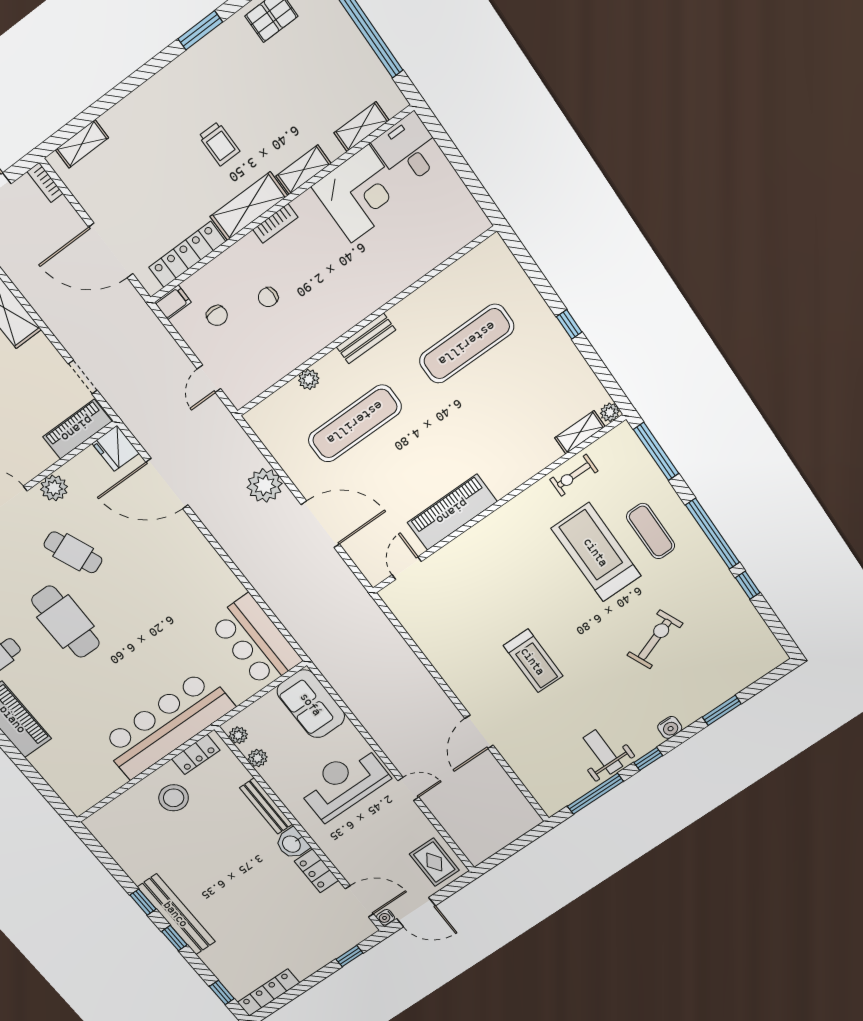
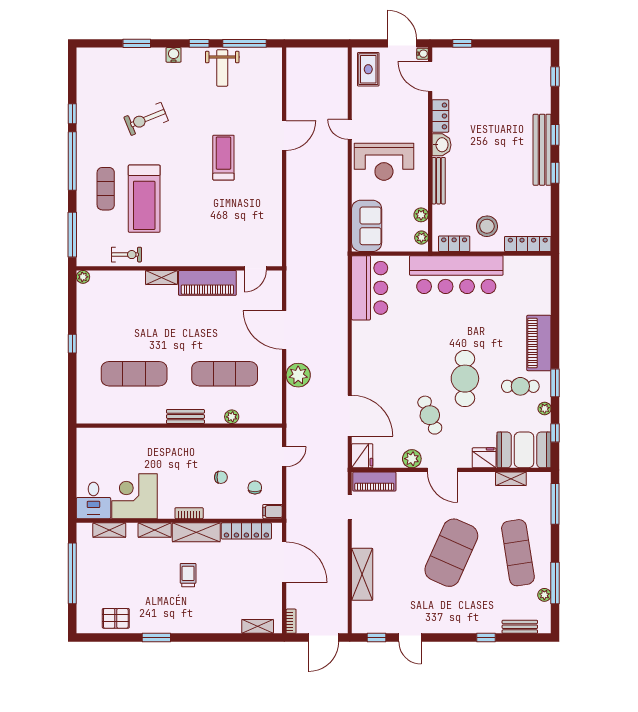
shelving: (580, 432) -> (161, 277), moved
locker: (268, 993) -> (528, 244), moved, turned 180

